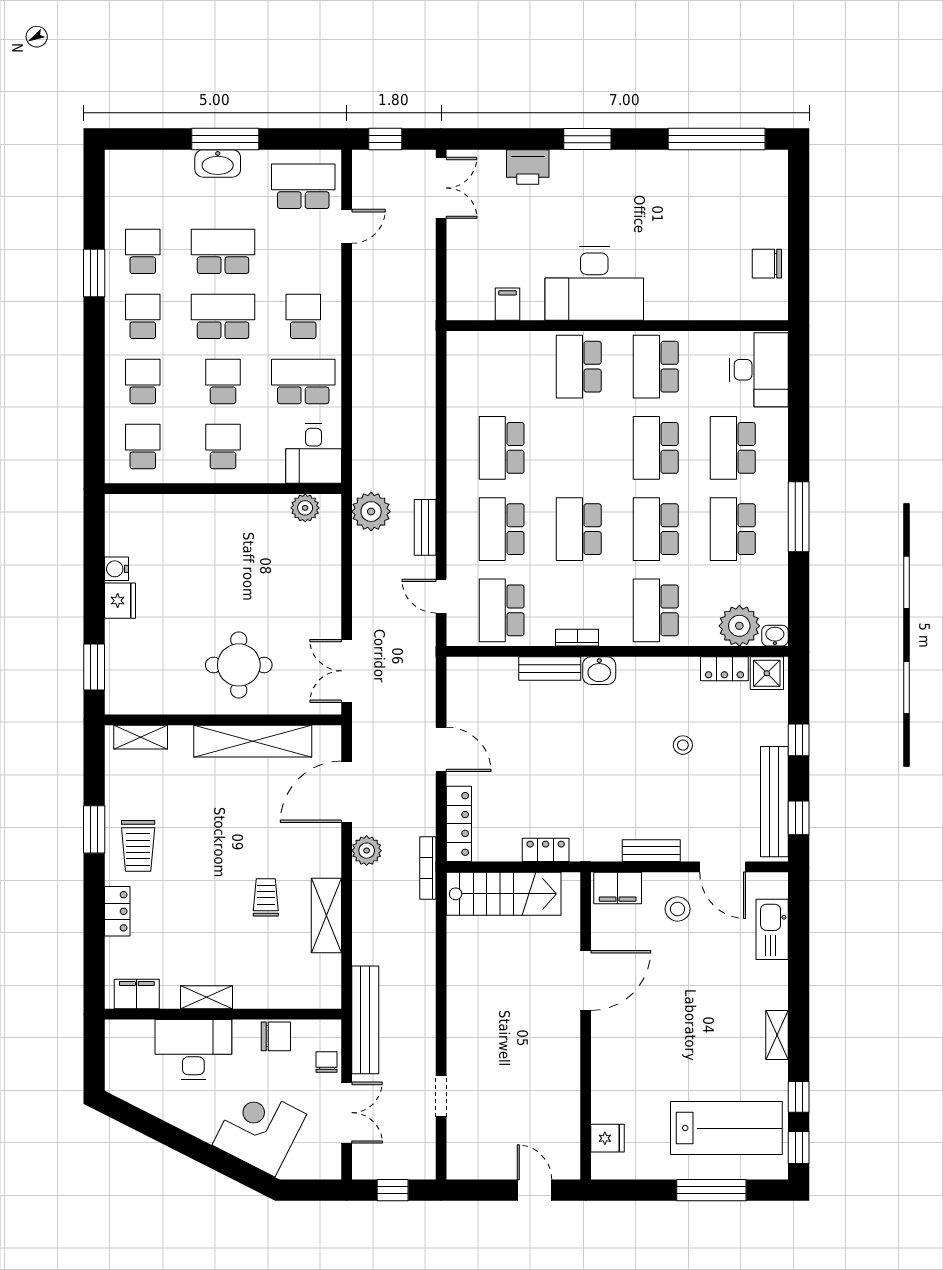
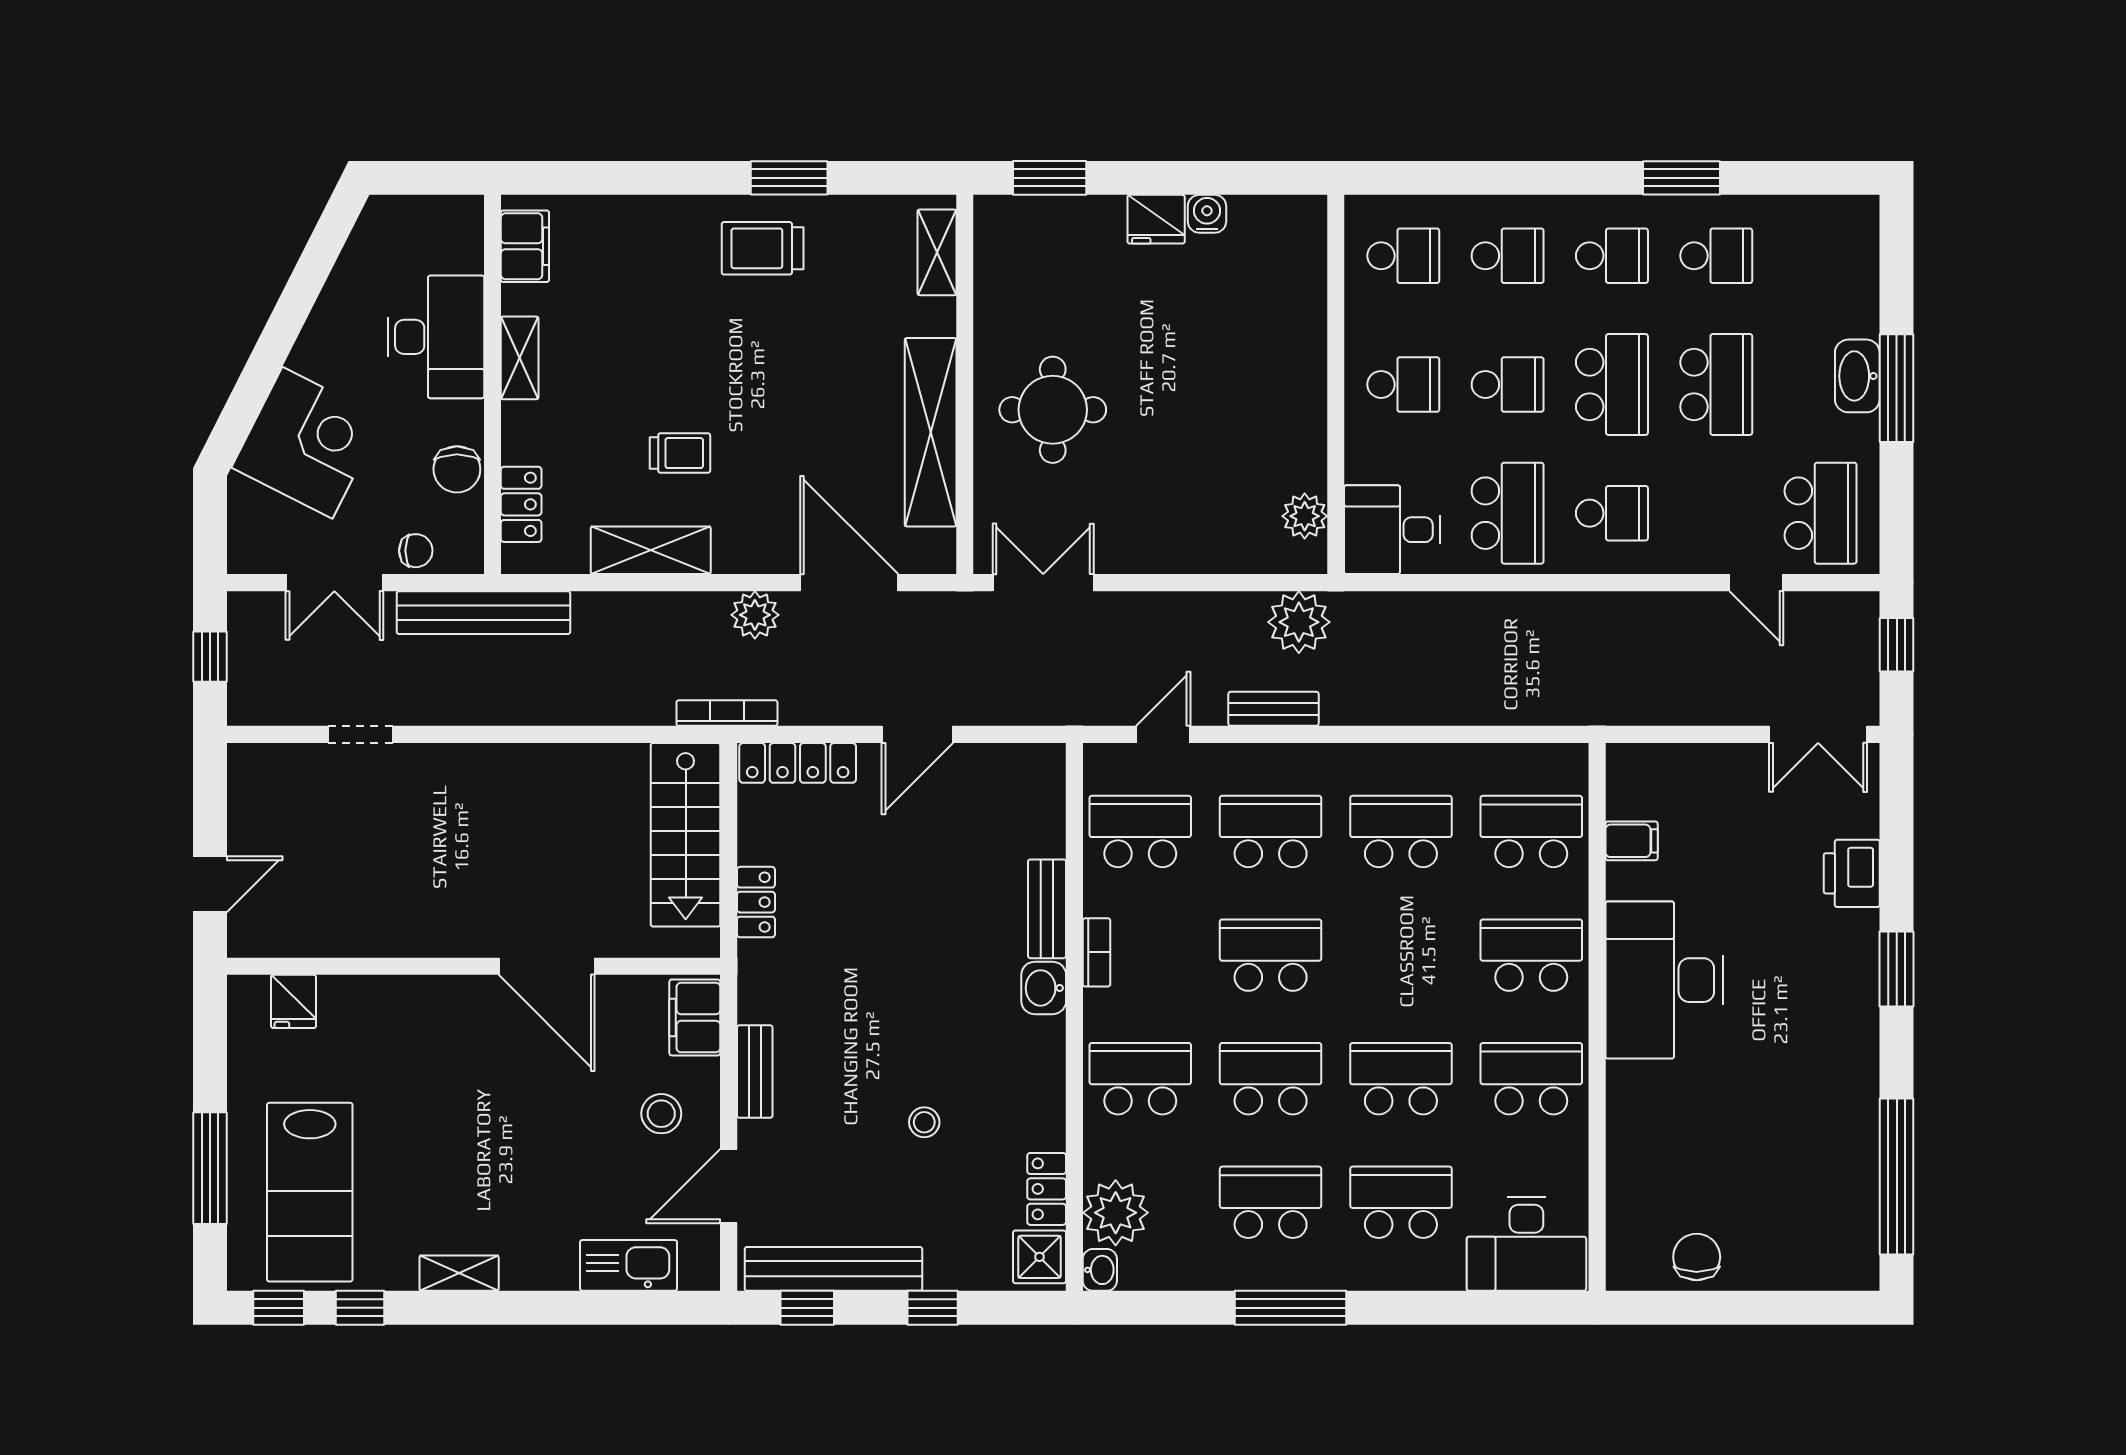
school desk: (502, 367) -> (1531, 831), added
locker: (117, 911) -> (521, 504), moved, turned -90

